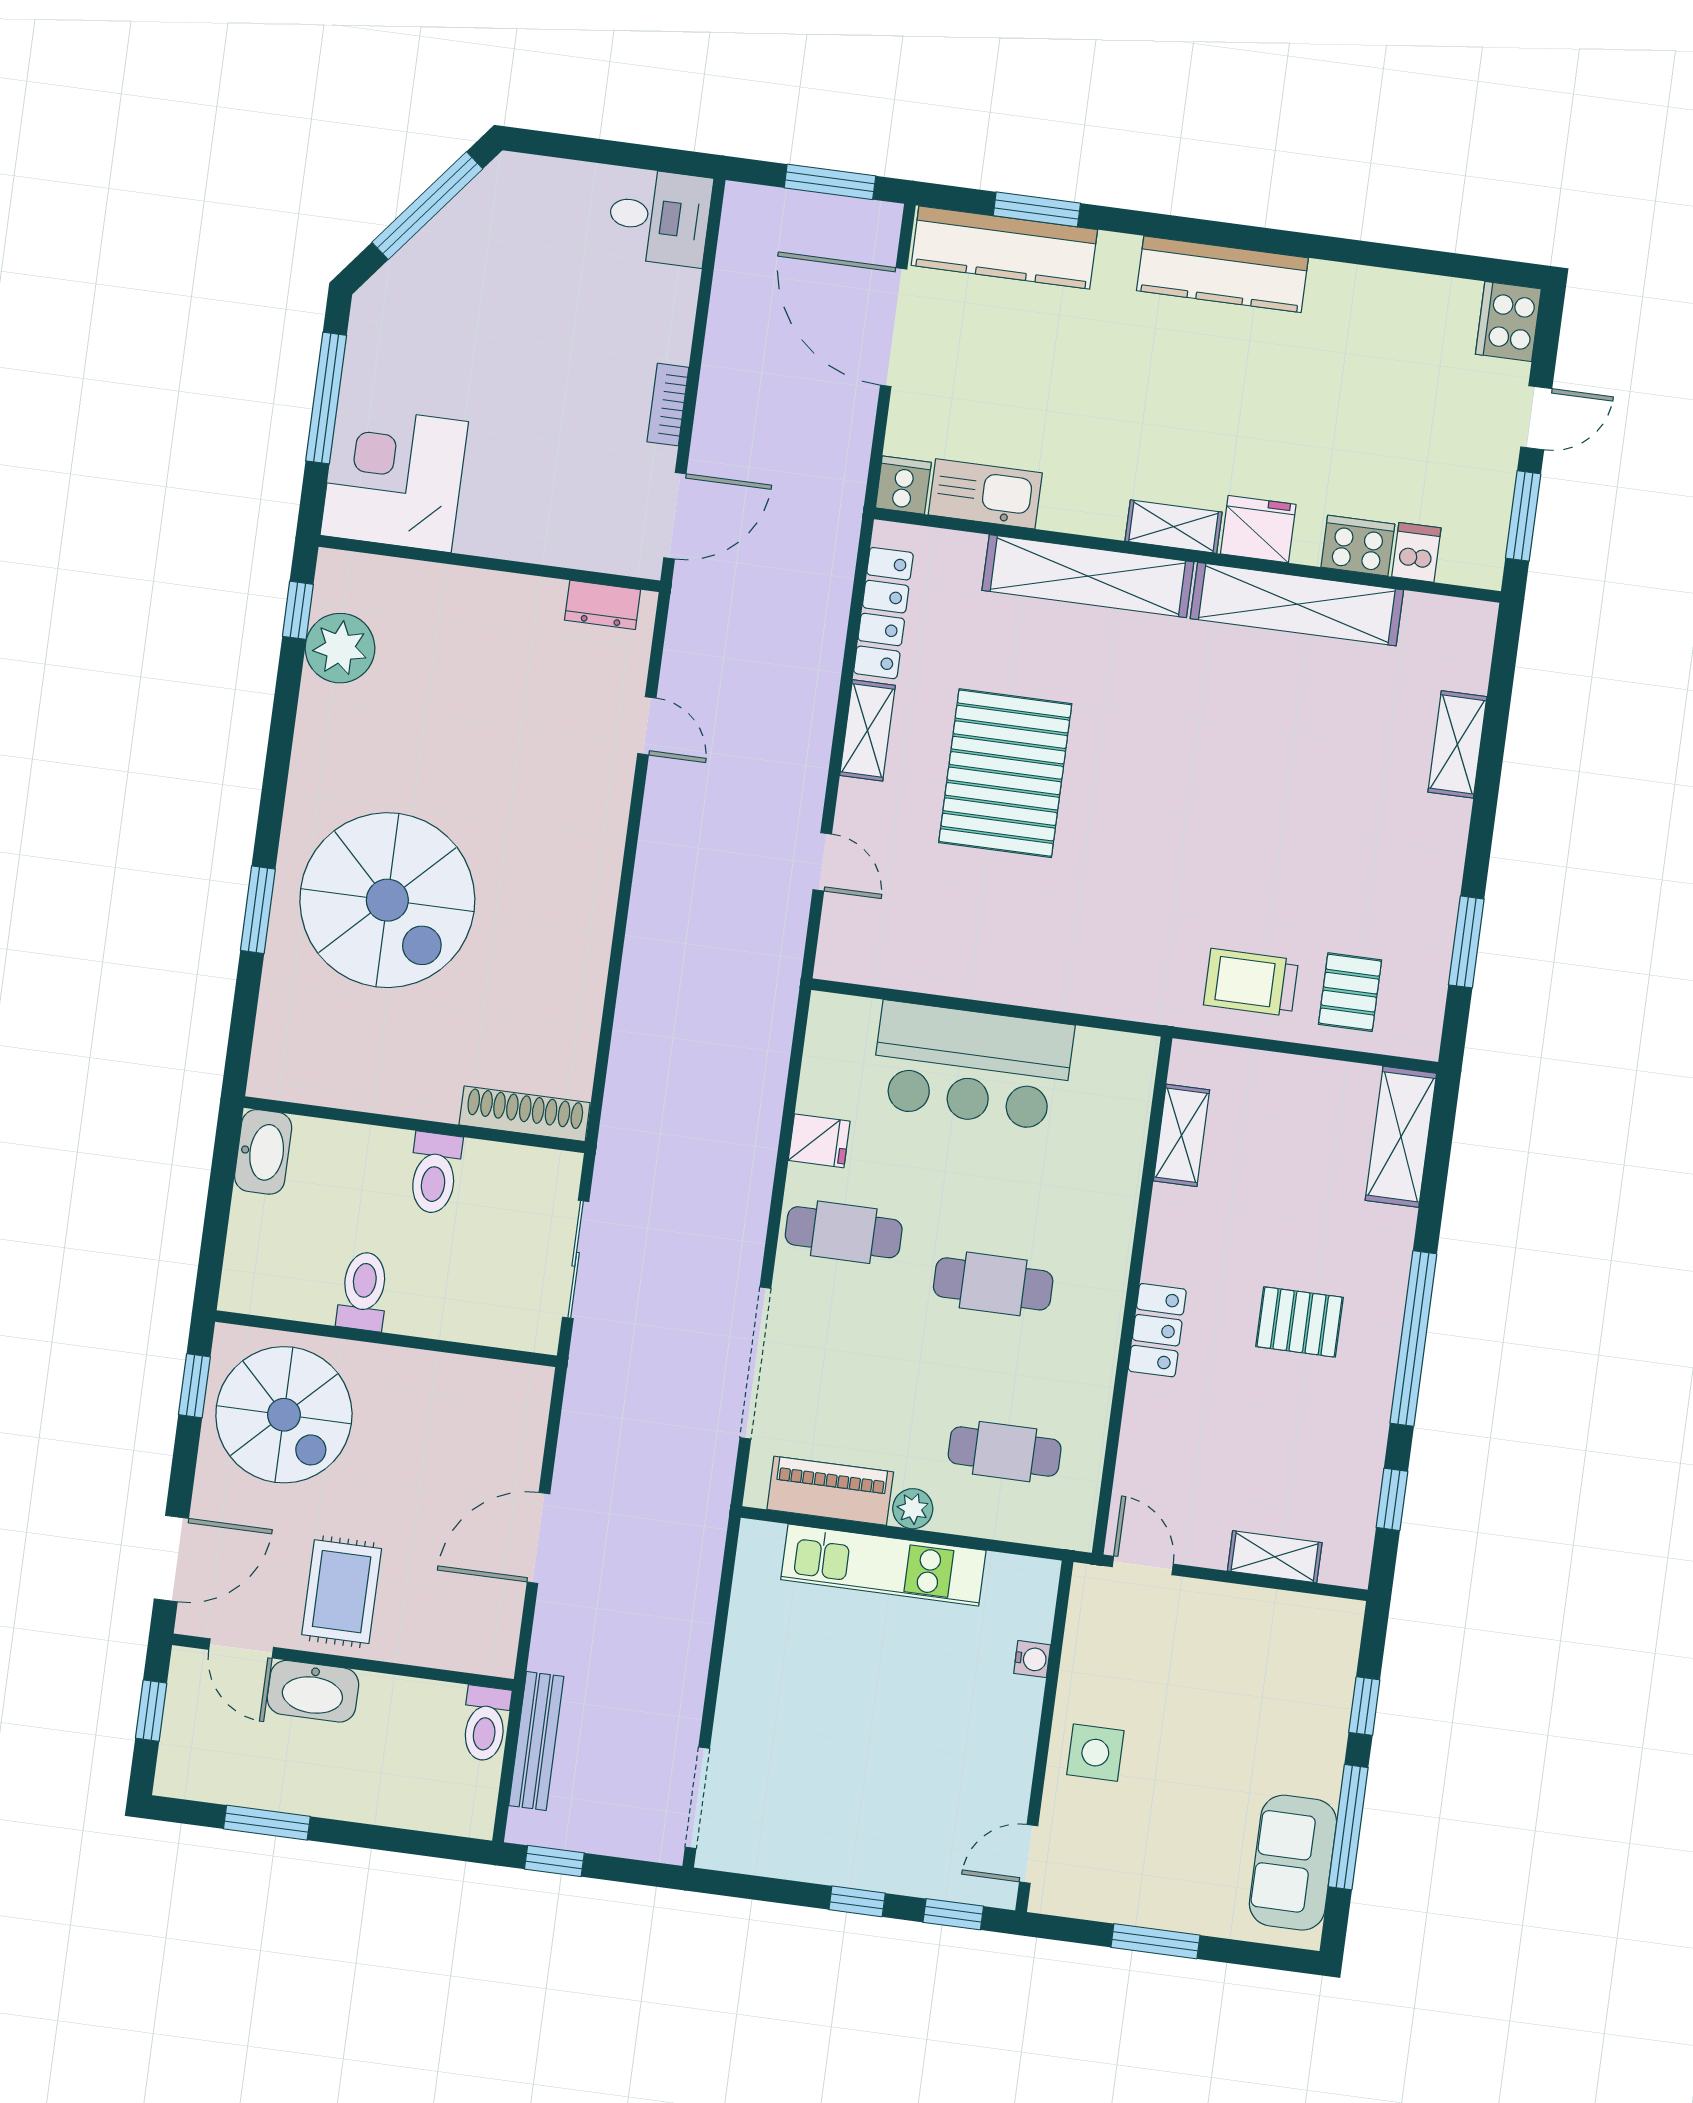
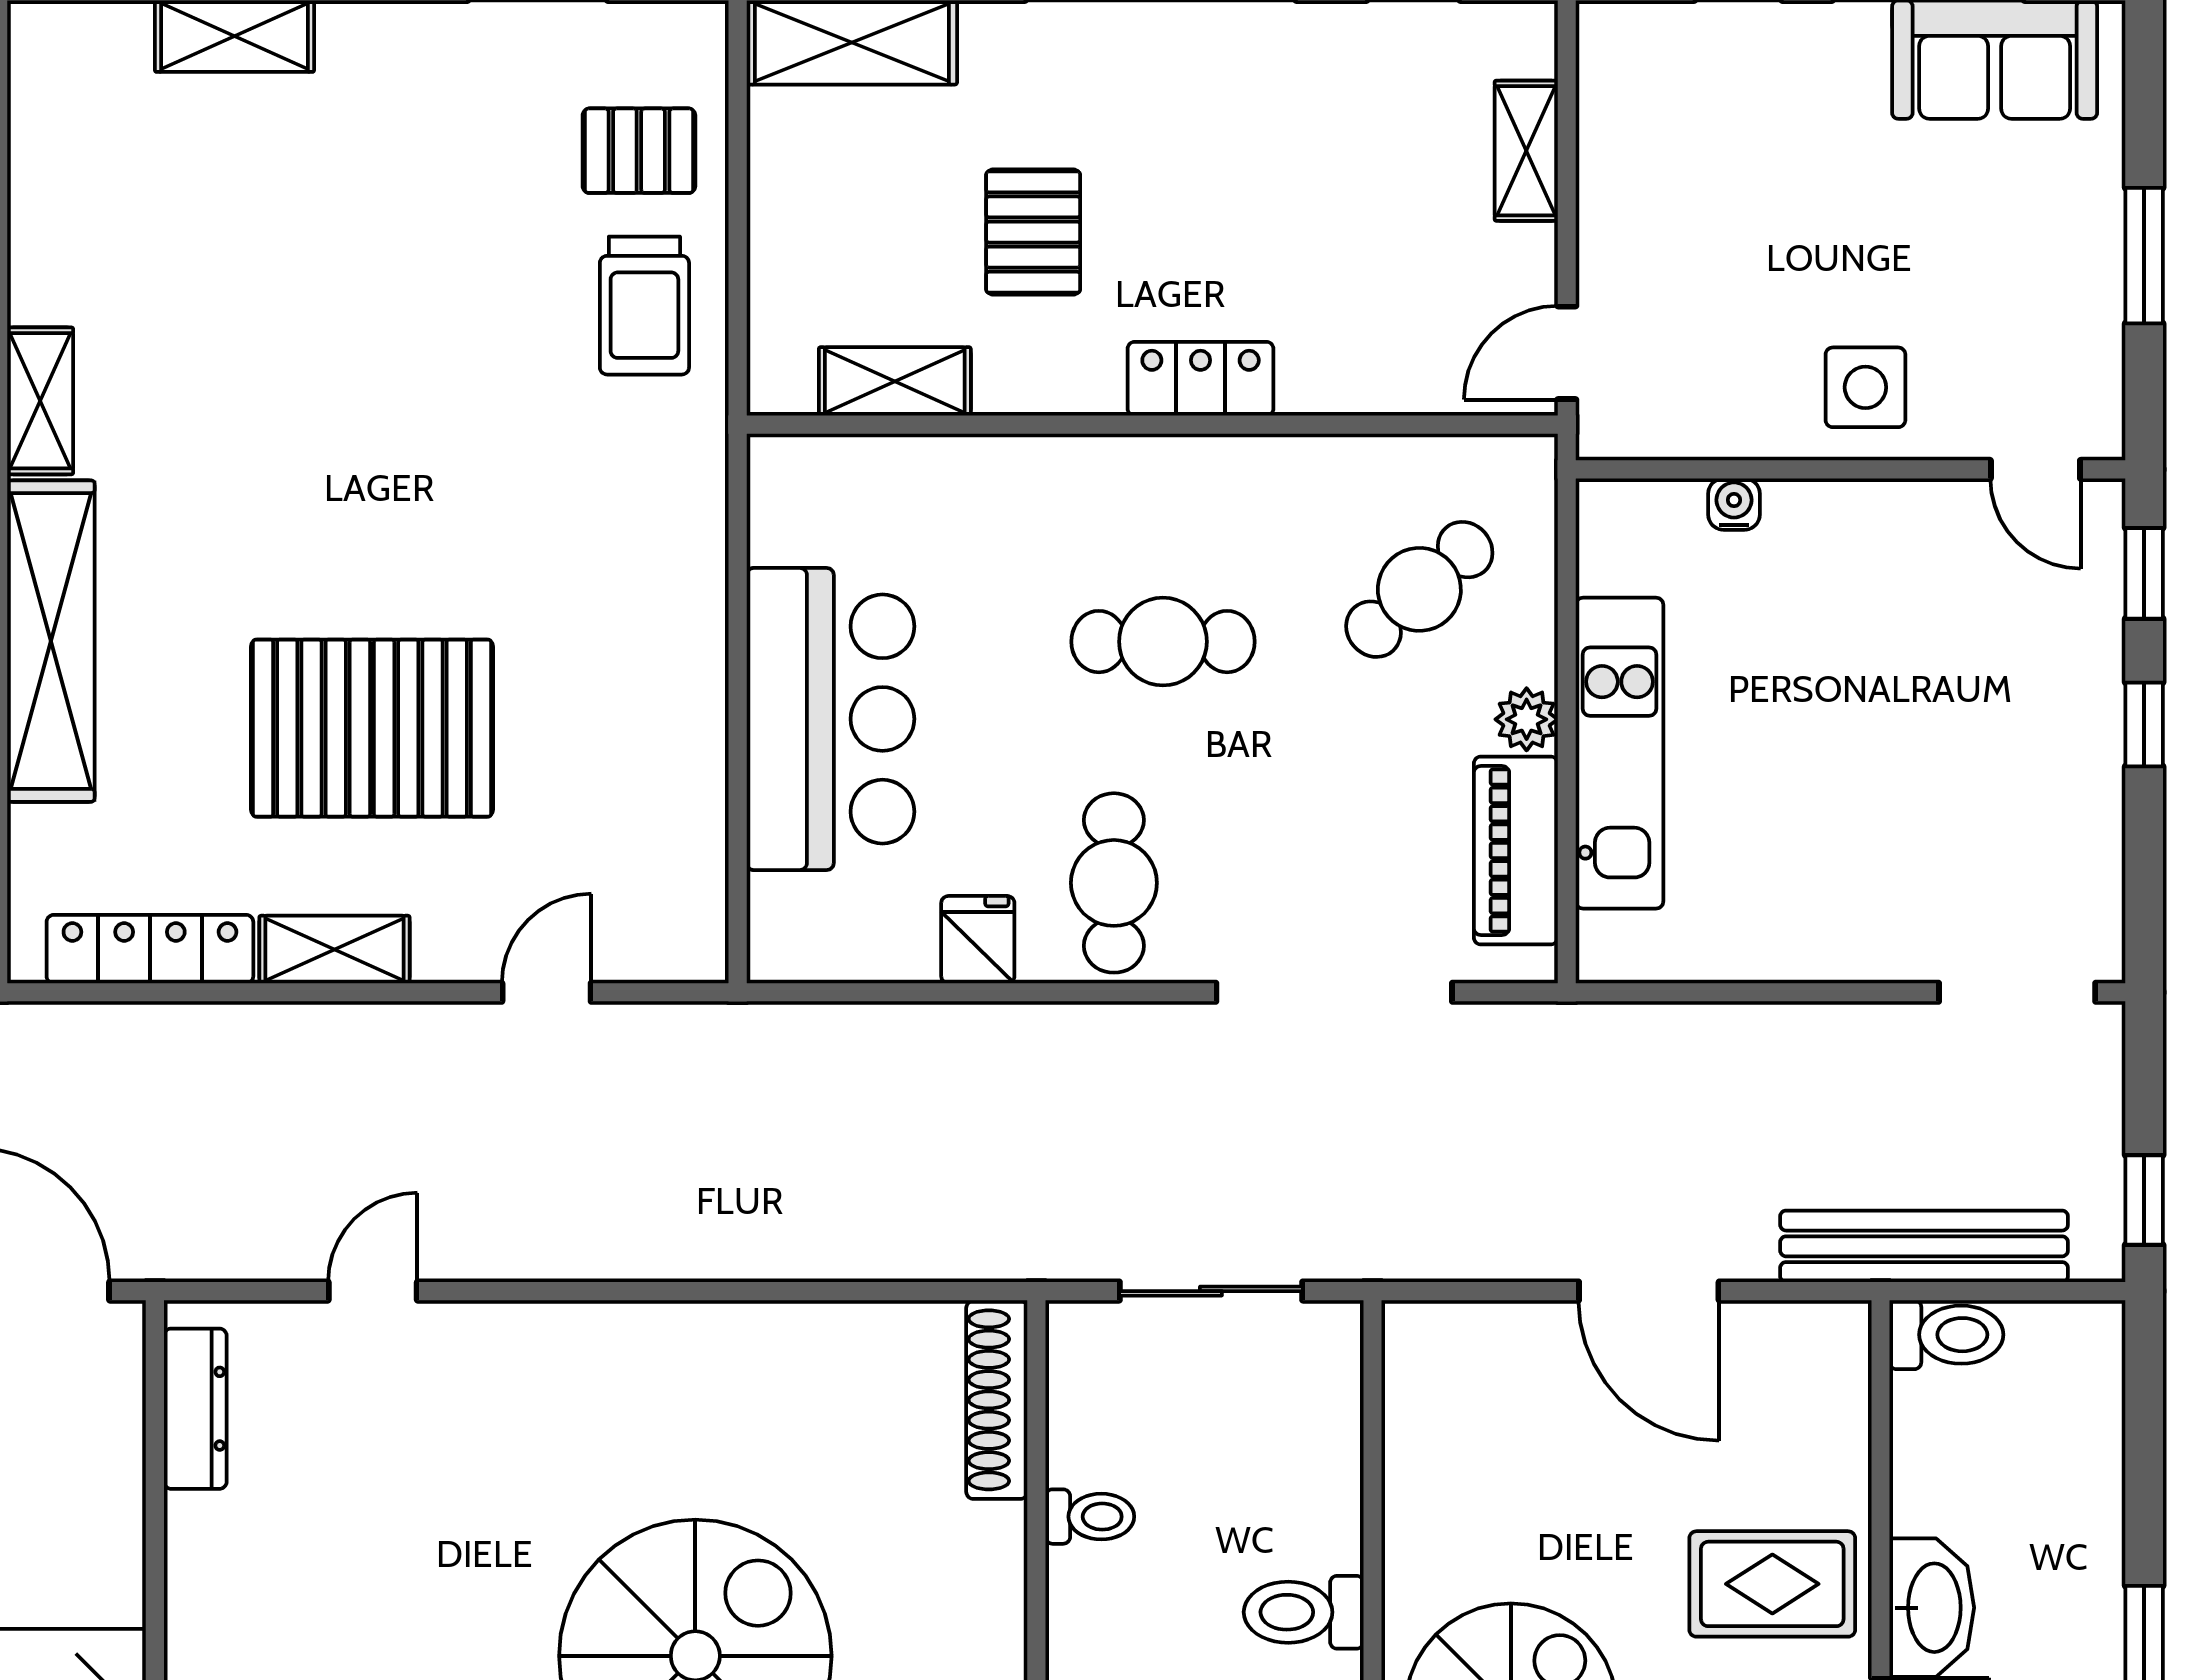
shelving: (1297, 604) -> (40, 401), width x0.45, depth x0.75
dresser: (603, 605) -> (195, 1409), width x1.44
toilet: (435, 1173) -> (1090, 1517), width x0.73, depth x0.72
cafe table: (993, 1284) -> (1163, 642), turned 90
pallet: (1300, 1322) -> (1033, 232), moved
cafe table: (1005, 1452) -> (1419, 589), turned 49
bench: (536, 1741) -> (1924, 1246), width x1.37, depth x1.21

